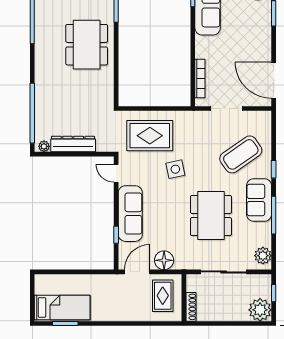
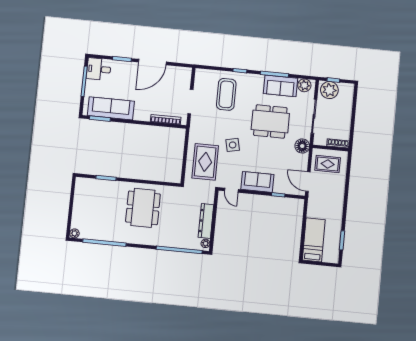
dining table: (87, 45) -> (143, 208), moved, turned 90
door: (274, 80) -> (152, 62), moved
coffee table: (241, 154) -> (226, 94), turned 35
door: (116, 173) -> (231, 190), hinge flipped
sofa: (259, 200) -> (280, 86), moved
sofa: (130, 214) -> (257, 182), width x0.73
floor lamp: (164, 260) -> (302, 146), moved
bed: (62, 307) -> (314, 240), moved
plant: (260, 310) -> (329, 90), moved

